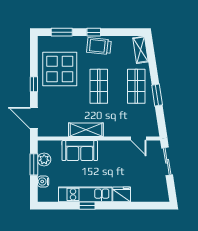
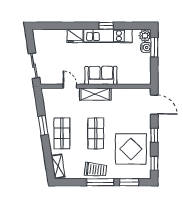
window: (94, 32) -> (100, 182), width x2.17
window: (34, 53) -> (154, 163), added
shelving: (86, 130) -> (95, 94), moved
door: (139, 139) -> (70, 86), moved
sofa: (80, 151) -> (101, 75), moved
plant: (44, 160) -> (145, 36), moved
window: (34, 164) -> (154, 47), moved

